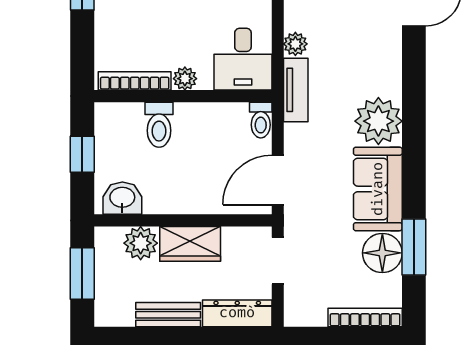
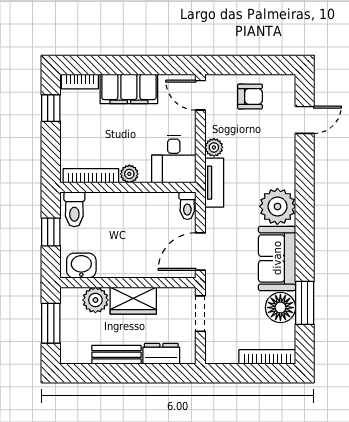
toilet: (159, 125) -> (74, 209), moved
dresser: (237, 313) -> (161, 354), width x0.70

